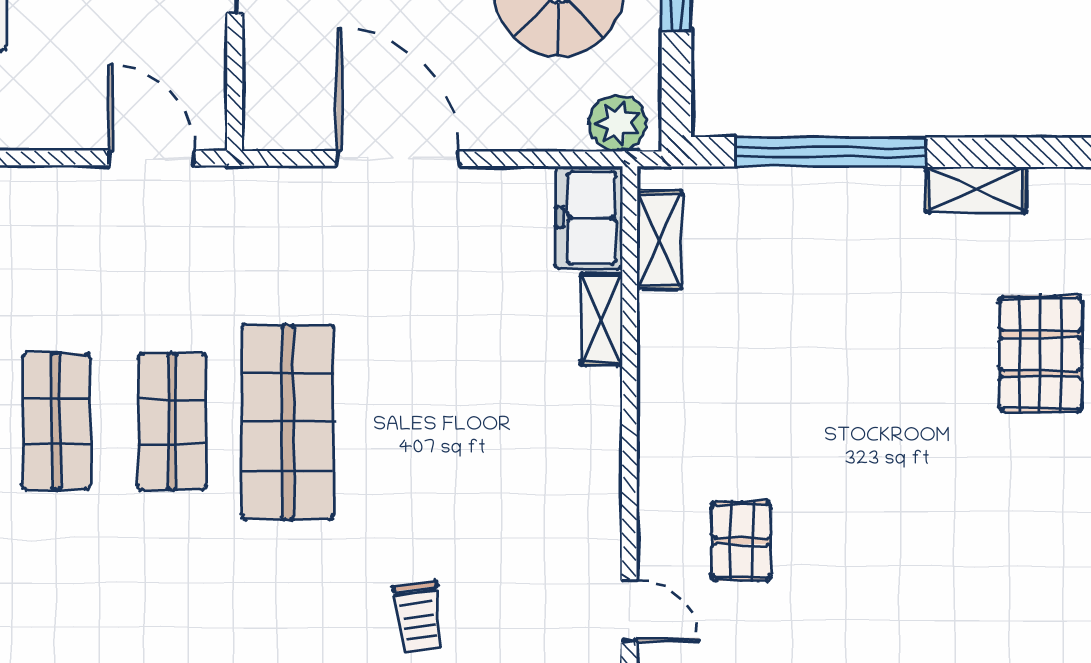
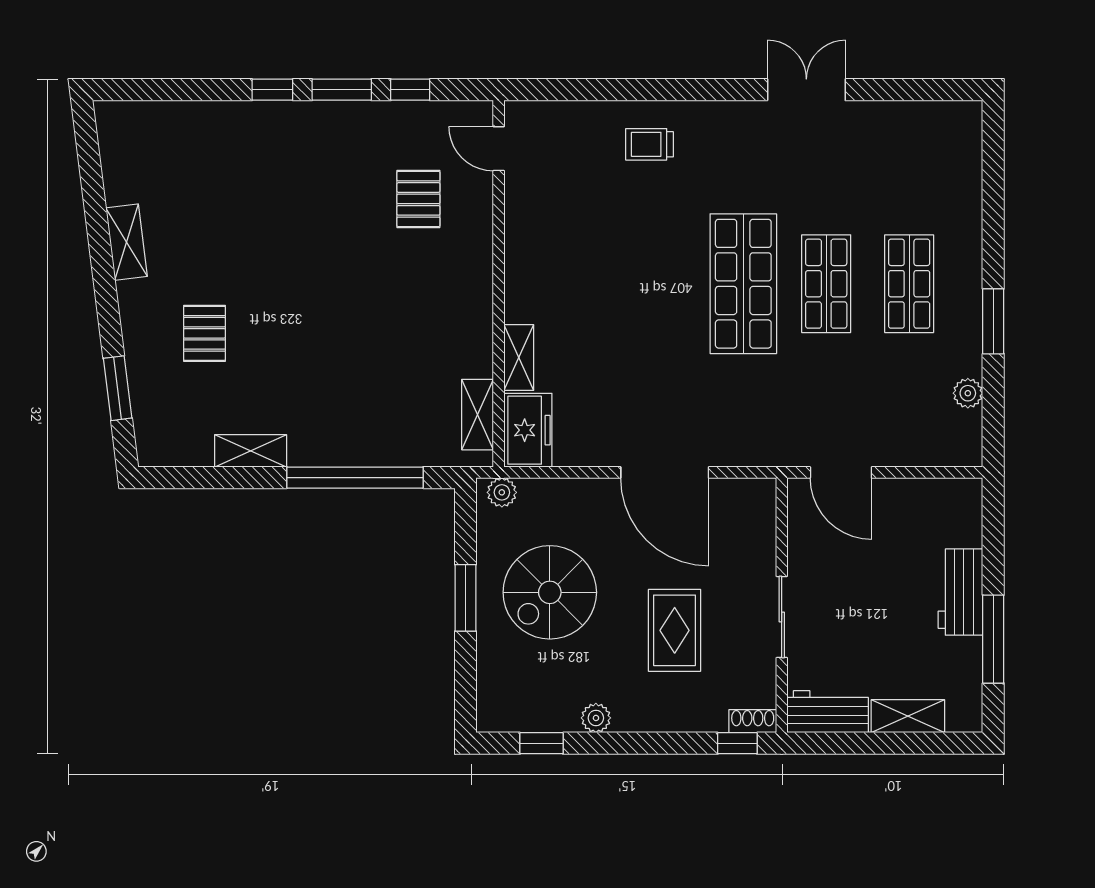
plant: (618, 123) -> (502, 492), width x0.73, depth x0.73
pallet: (1040, 354) -> (204, 333), width x0.67, depth x0.71
trolley: (418, 617) -> (649, 144), turned -83

